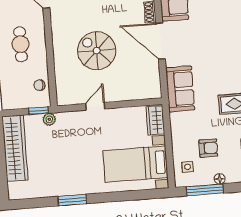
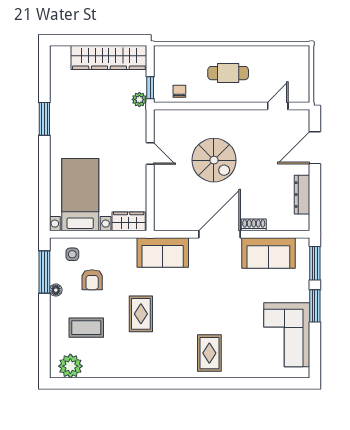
spiral stairs: (97, 51) -> (214, 160), turned 90

